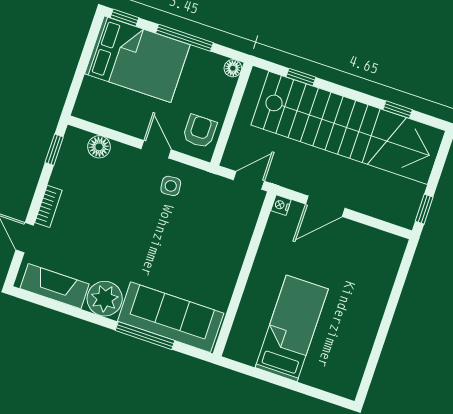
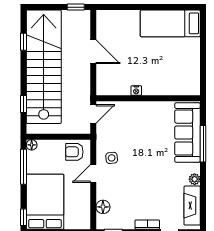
window: (184, 38) -> (23, 167), moved
door: (249, 180) -> (93, 114), swing flipped
nightstand: (281, 205) -> (136, 91), moved
door: (325, 206) -> (93, 52), moved
plant: (105, 299) -> (195, 179), width x0.53, depth x0.53
bed: (292, 328) -> (170, 23), moved

